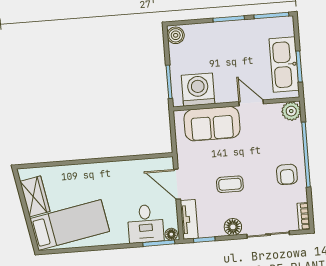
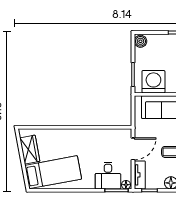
door: (177, 184) -> (133, 149), swing flipped

